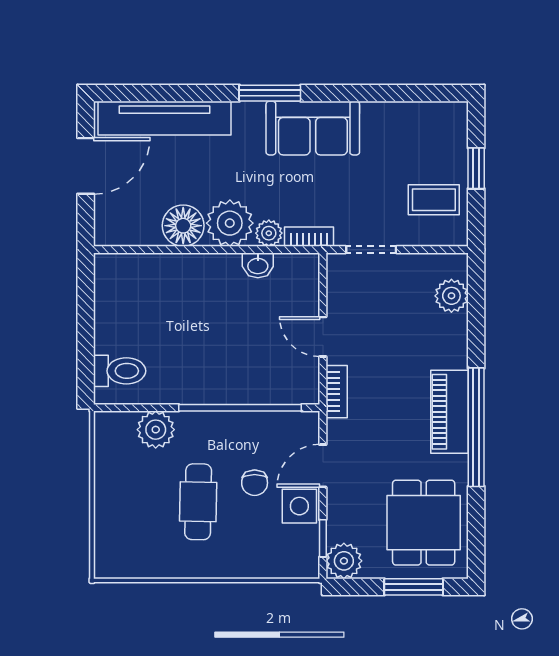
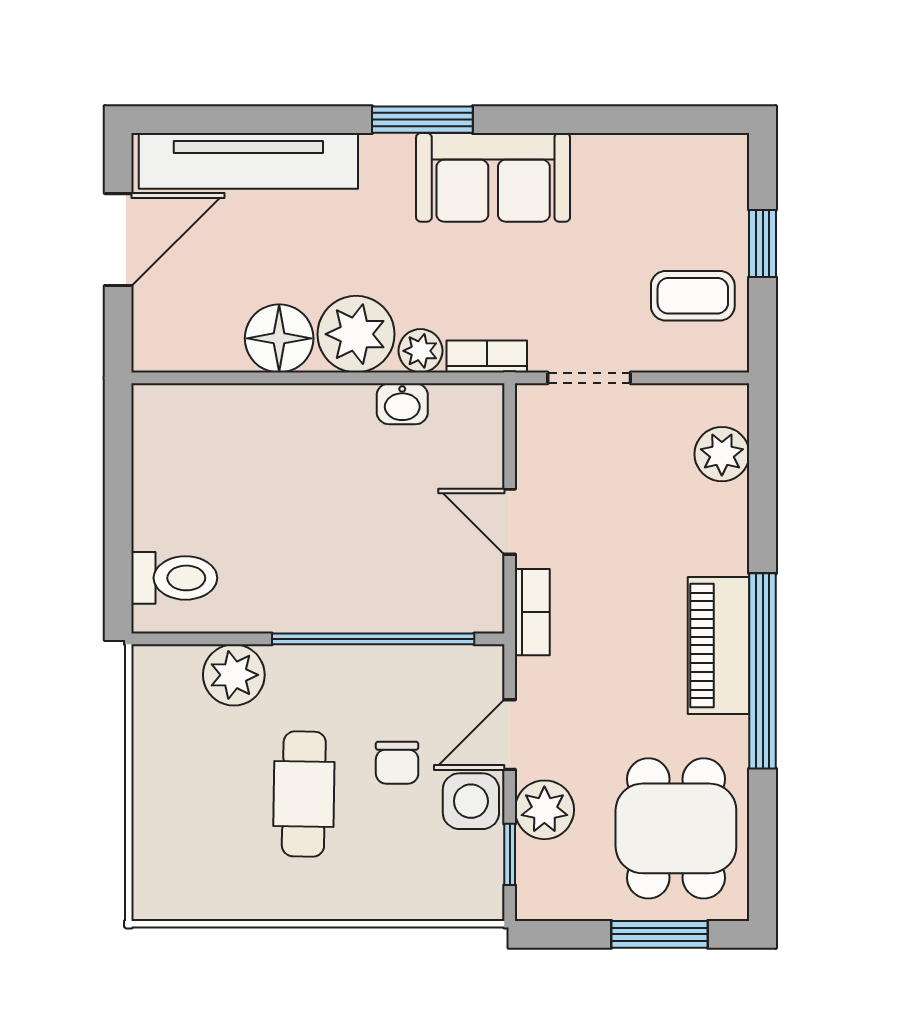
plant: (344, 561) -> (544, 810), moved

